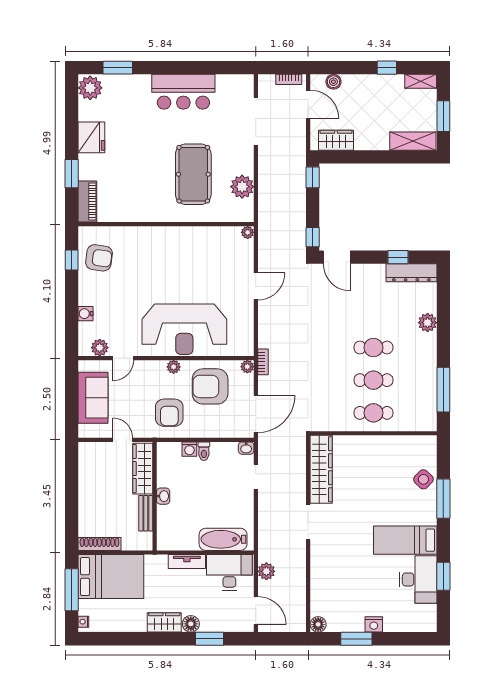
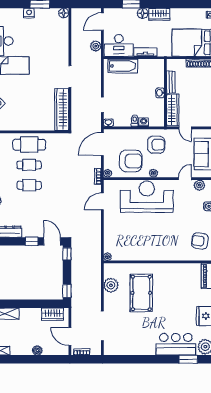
window: (387, 68) -> (21, 359), removed
boiler: (333, 82) -> (37, 351), moved
bar counter: (183, 92) -> (176, 344), moved
window: (398, 257) -> (32, 241), moved
door: (256, 286) -> (102, 201), moved
armchair: (169, 413) -> (156, 145), turned 90
cafe table: (373, 413) -> (29, 145), width x1.37, depth x1.35
door: (256, 611) -> (102, 22), hinge flipped

